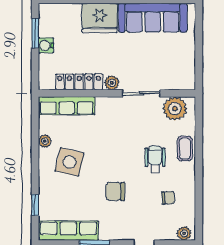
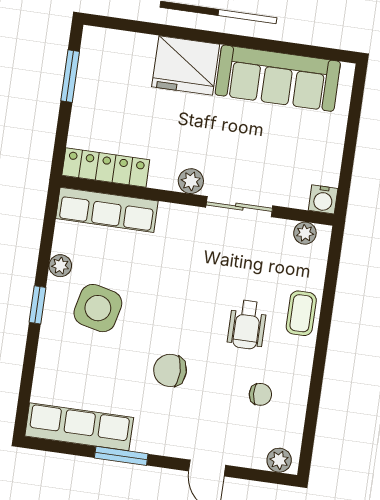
water cooler: (46, 45) -> (323, 199), moved, turned -90
locker: (79, 82) -> (106, 168), moved
plant: (175, 109) -> (305, 233), width x0.53, depth x0.53
wheelchair: (155, 159) -> (247, 325), turned 180
window: (35, 205) -> (38, 305), moved

